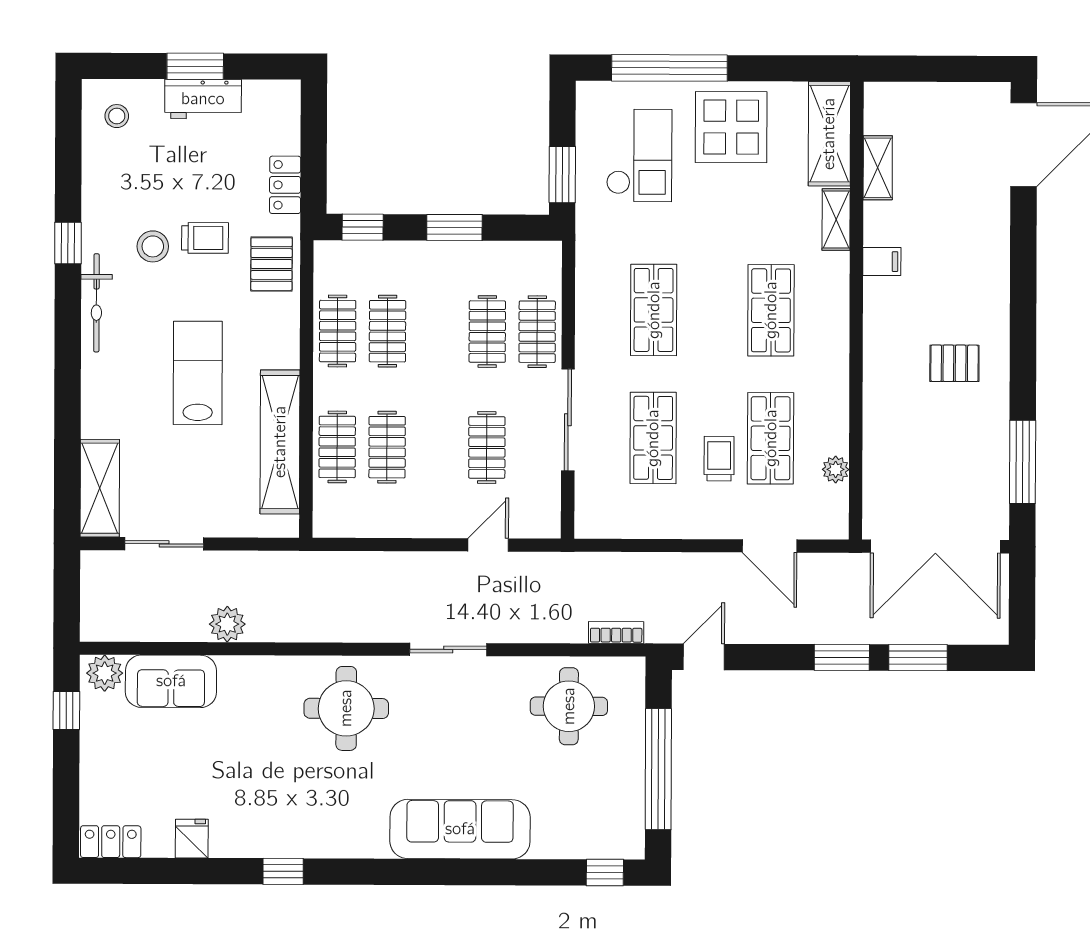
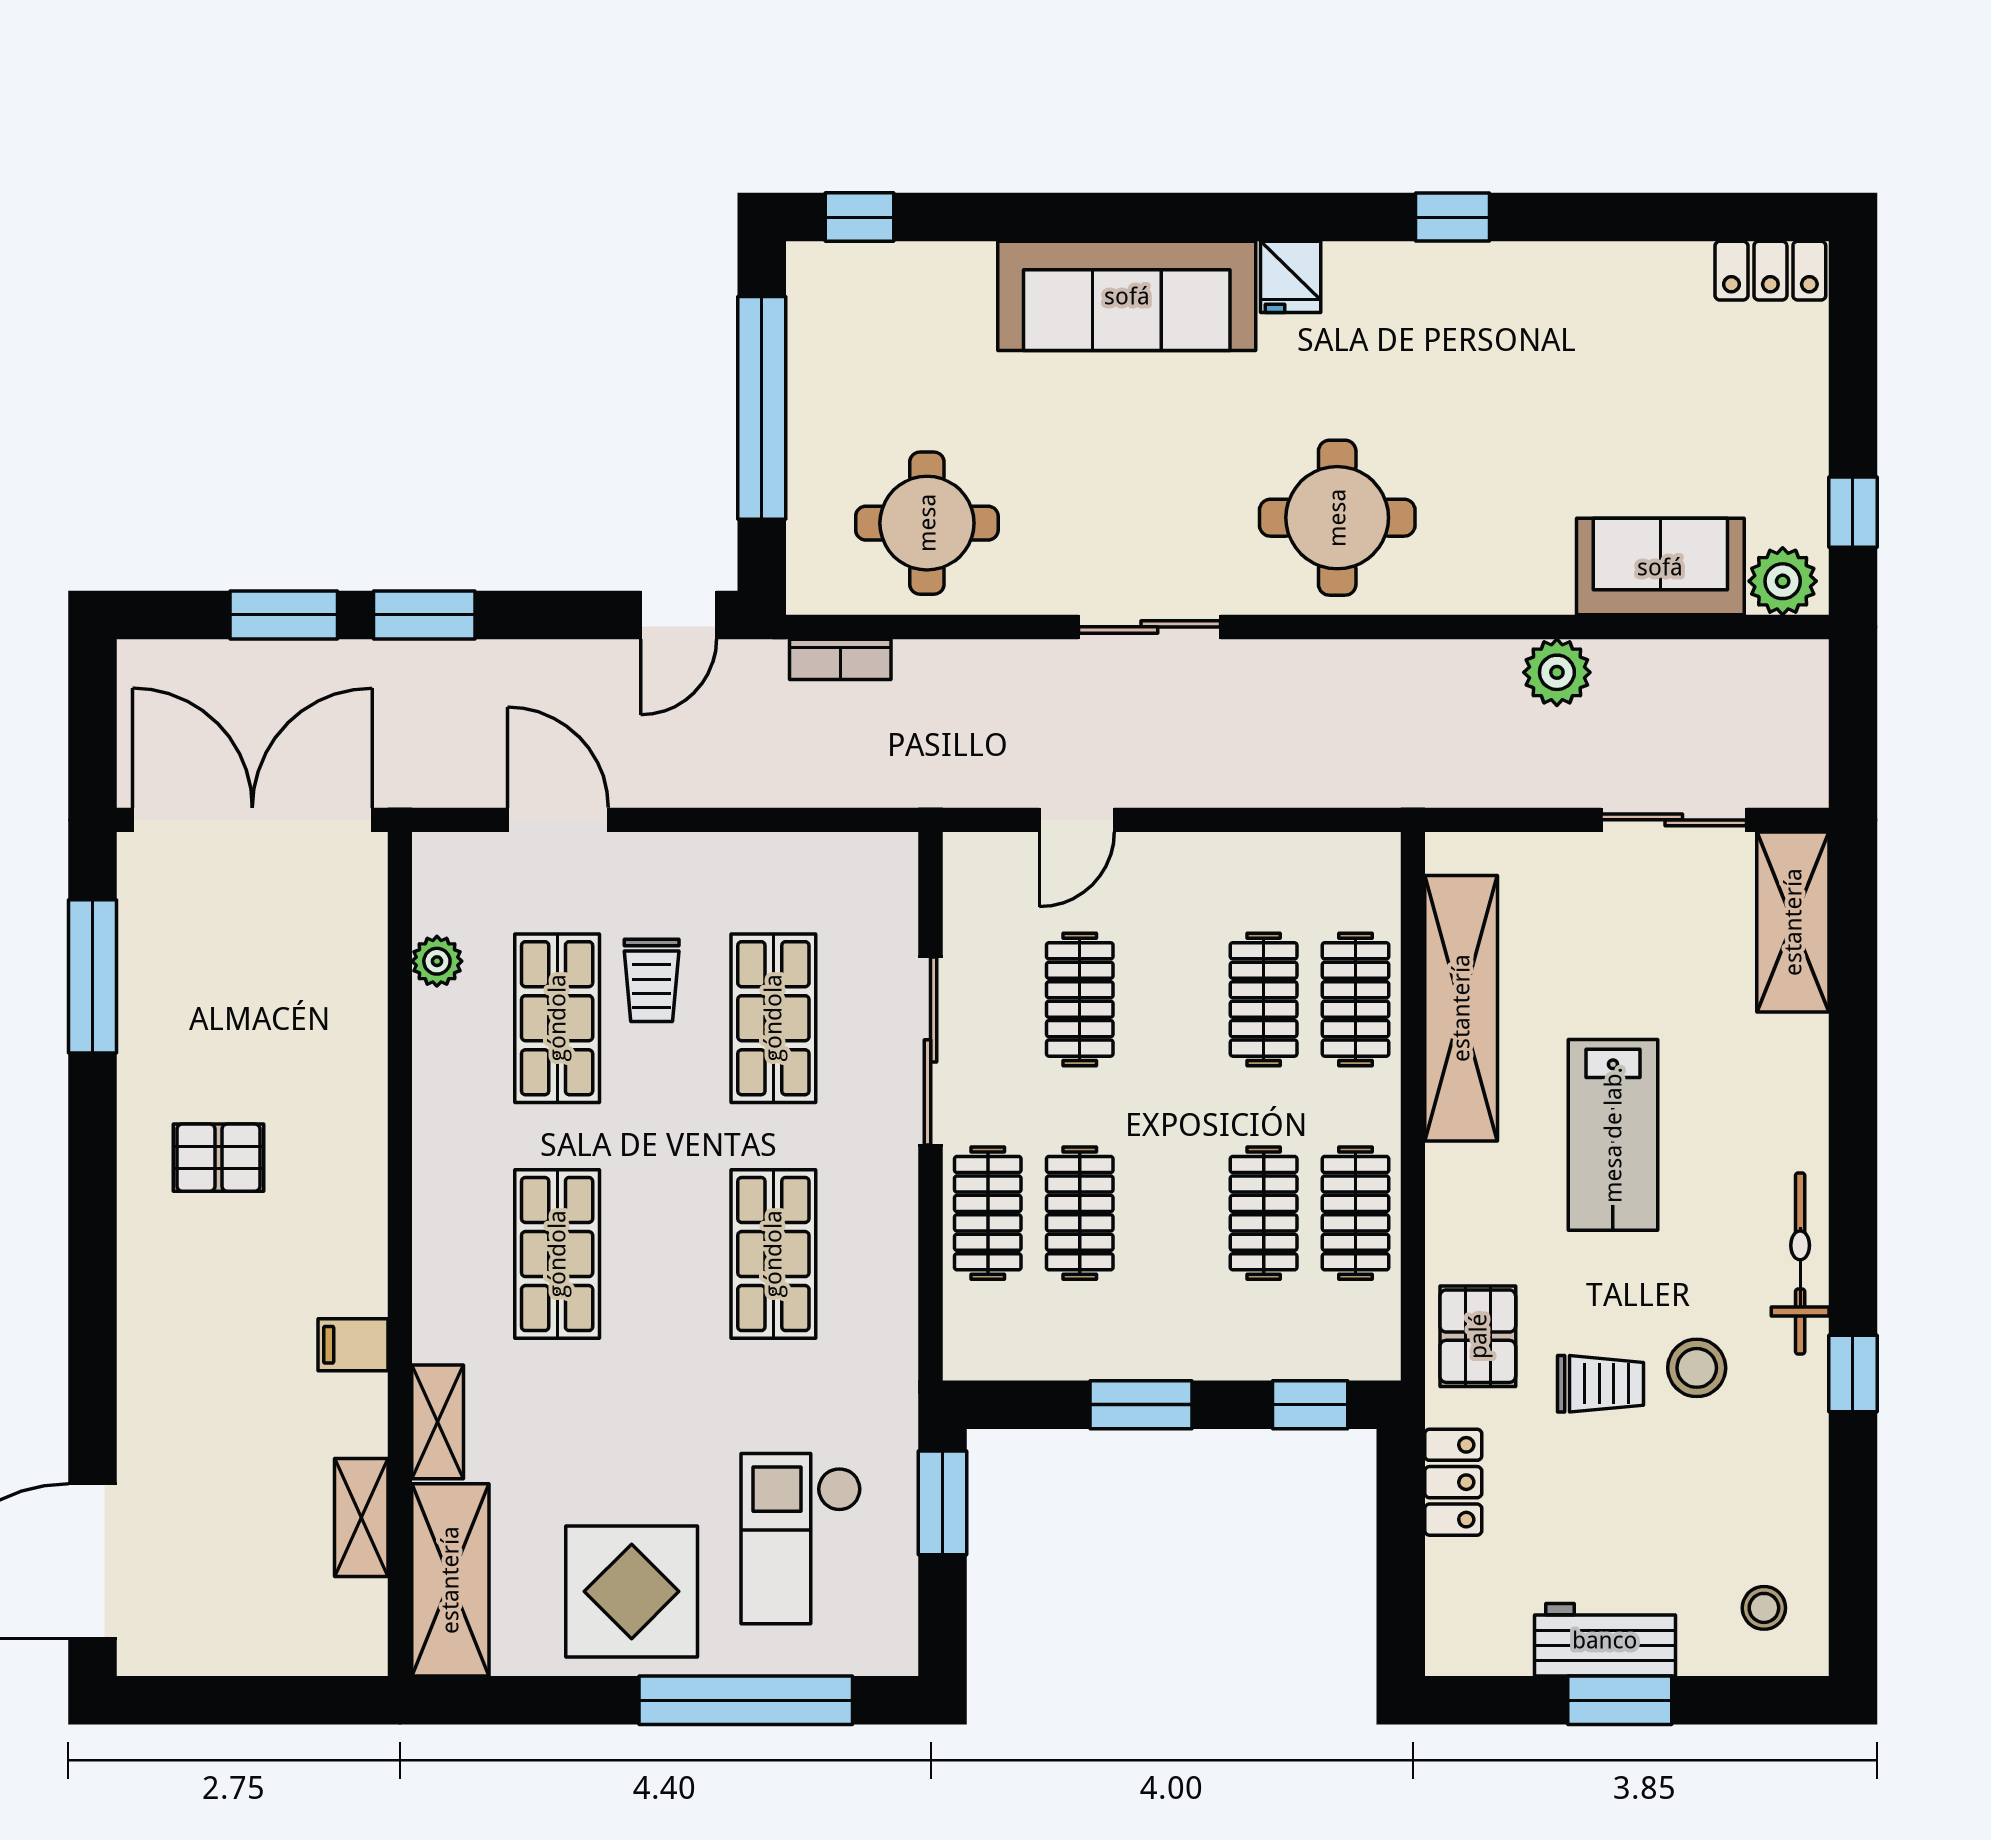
trolley: (205, 238) -> (1601, 1384), turned 180
fridge: (192, 839) -> (1291, 277), moved

